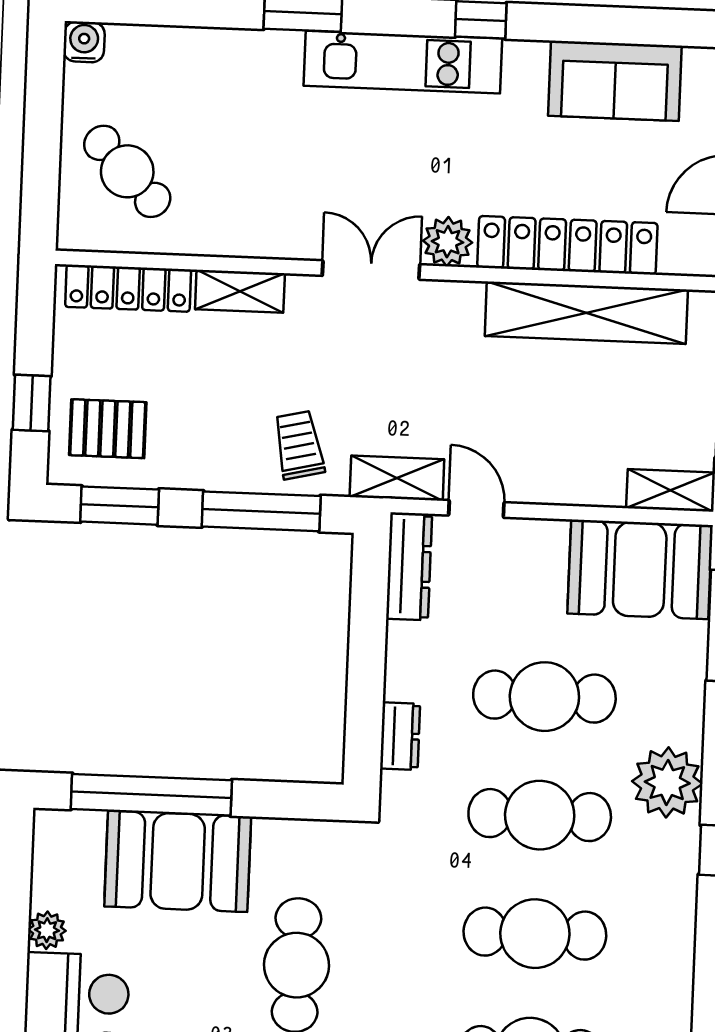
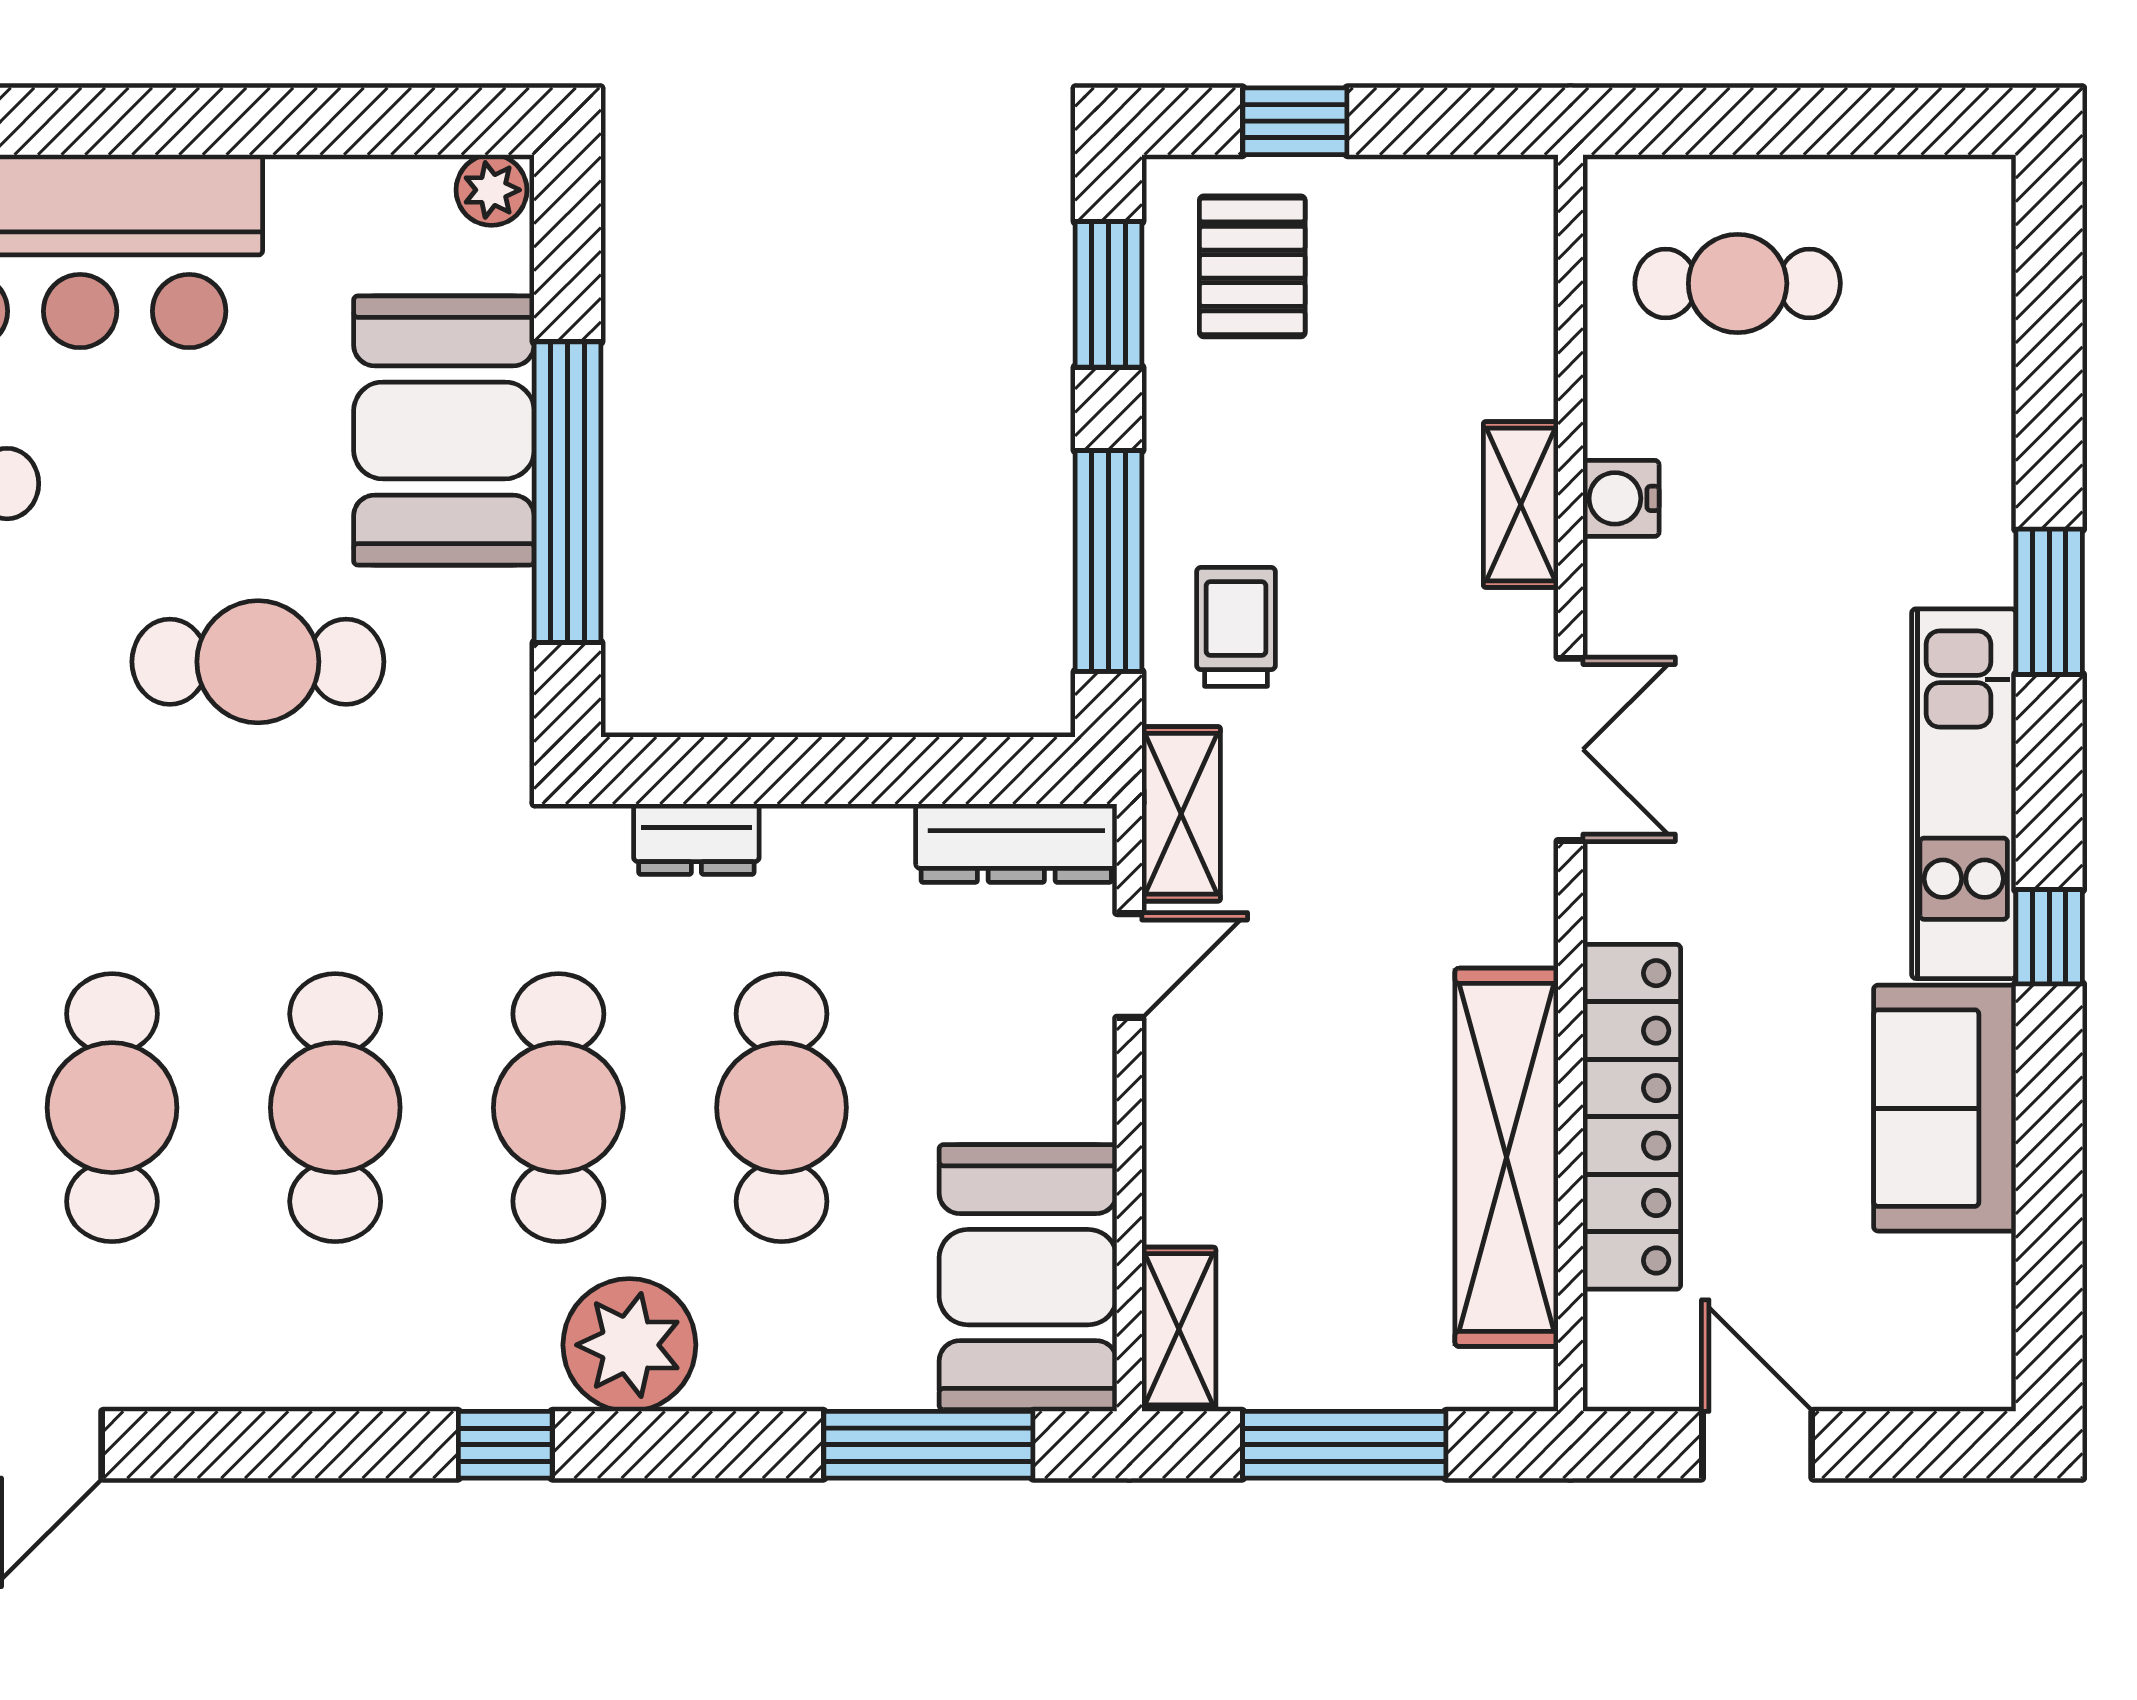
water cooler: (84, 42) -> (1621, 498), moved, turned 180
sofa: (615, 81) -> (1945, 1108), moved
cafe table: (127, 171) -> (1738, 283), turned 44
plant: (448, 242) -> (1630, 891), removed
locker: (128, 288) -> (1518, 294), removed
trolley: (299, 445) -> (1236, 627), turned -77
window: (151, 795) -> (567, 492), moved
plant: (47, 930) -> (491, 190), moved

